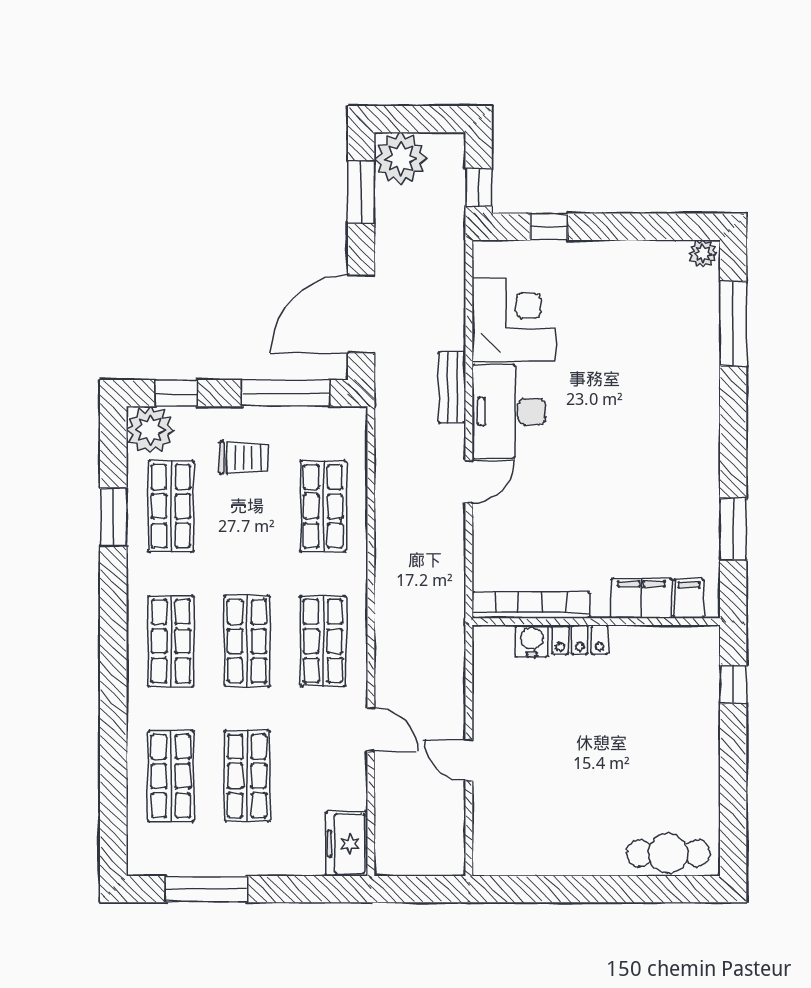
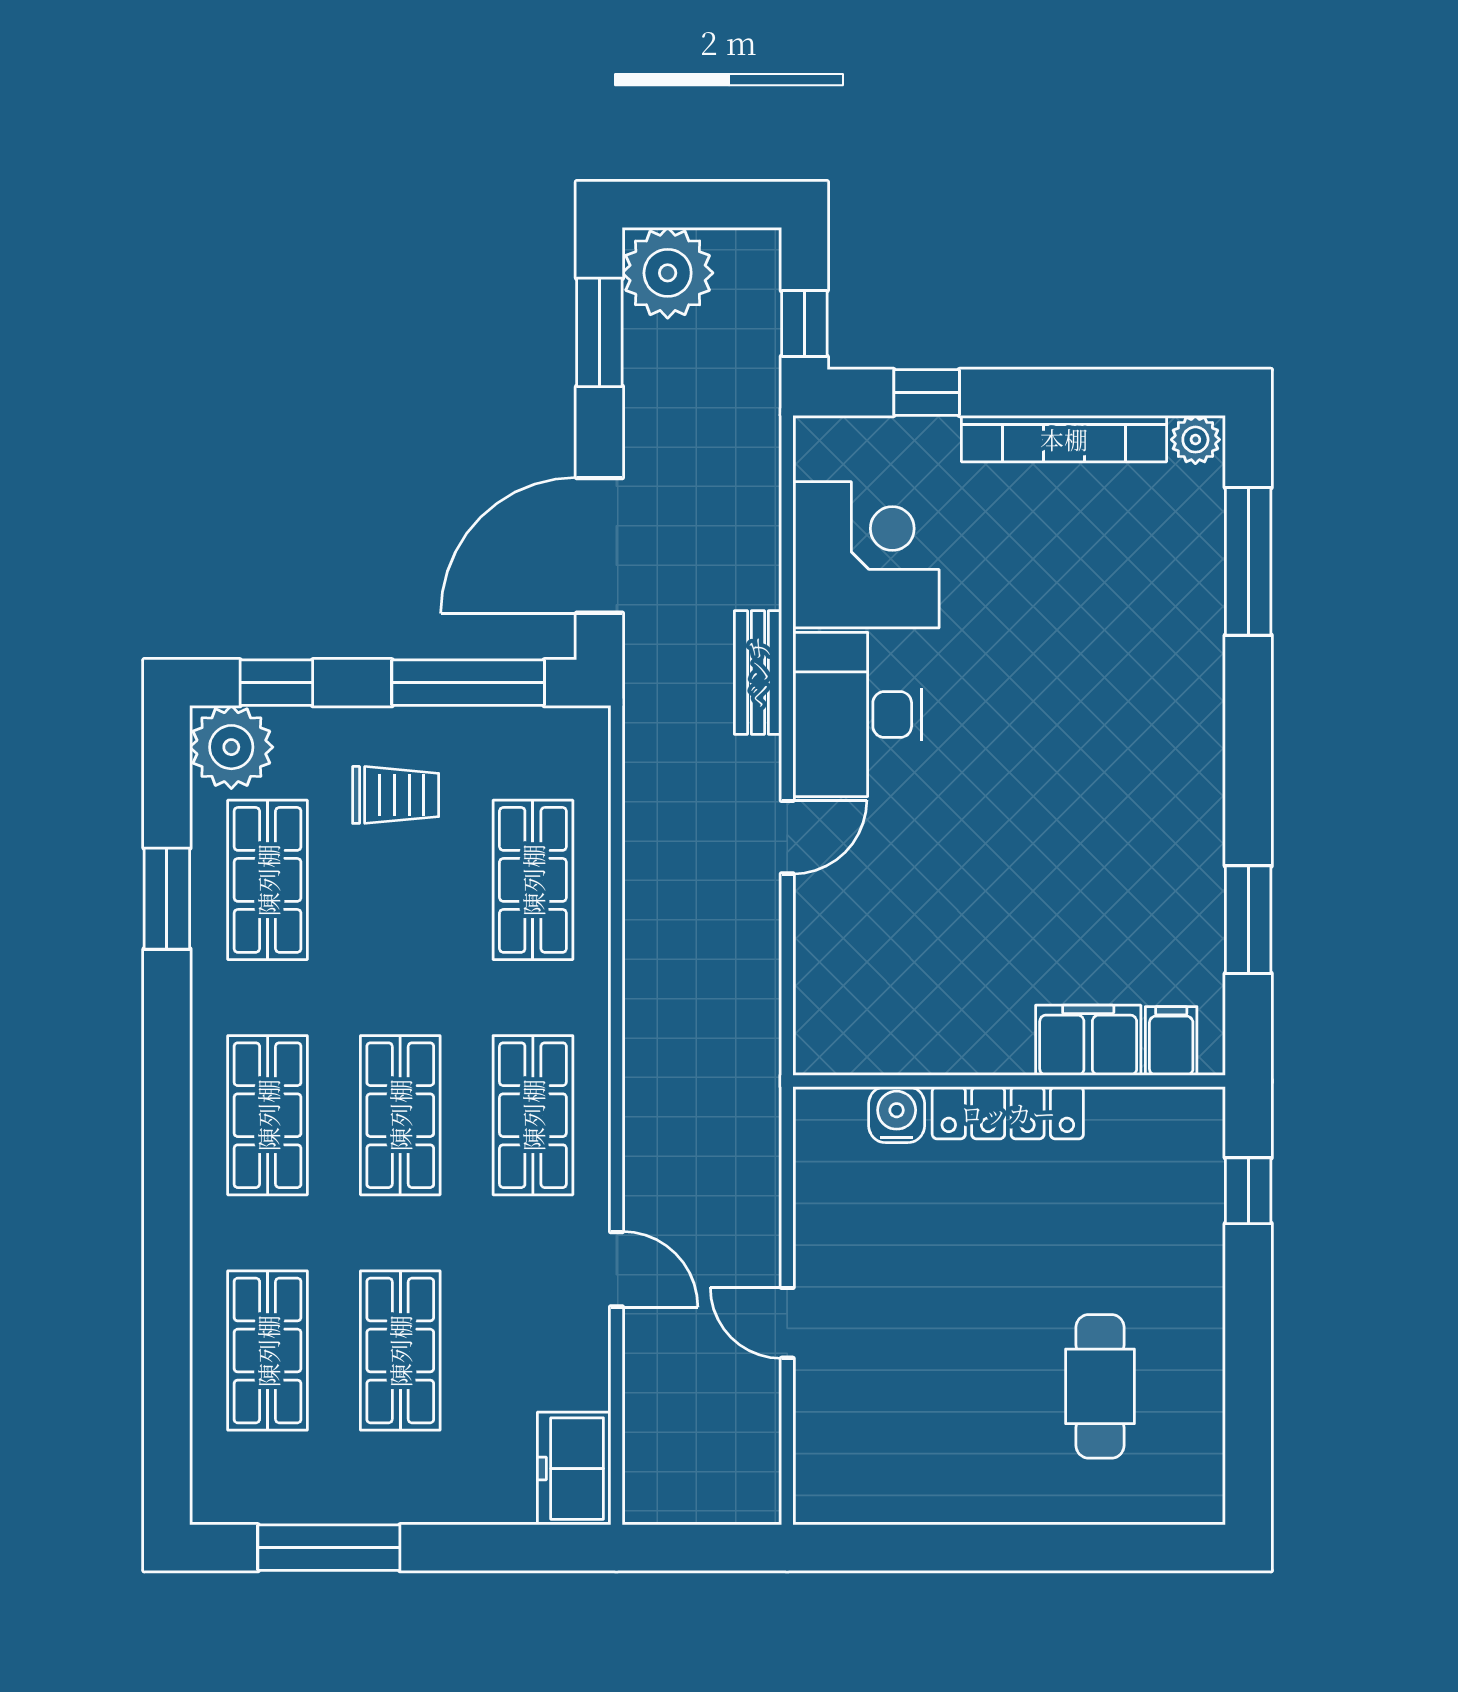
bookcase: (531, 605) -> (1064, 439), moved, turned 180
locker: (580, 640) -> (1008, 1113), width x1.53
cafe table: (668, 853) -> (1100, 1386), moved, turned 90

